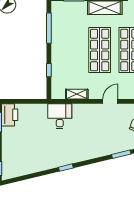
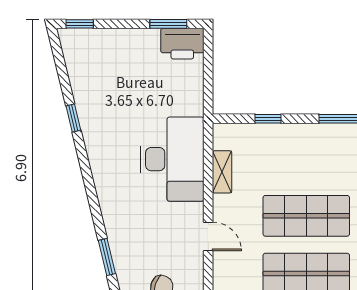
desk: (60, 116) -> (172, 159), width x1.87, depth x1.30
window: (66, 168) -> (73, 118), moved

